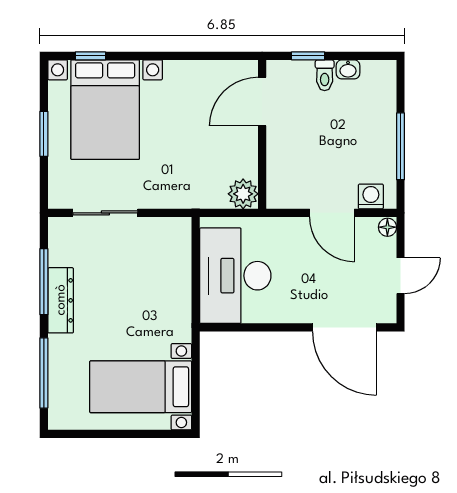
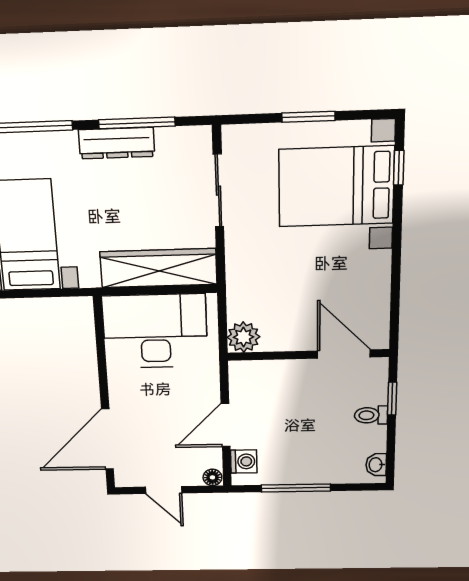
washbasin: (348, 69) -> (376, 465), moved
wardrobe: (175, 269) -> (158, 268), added

